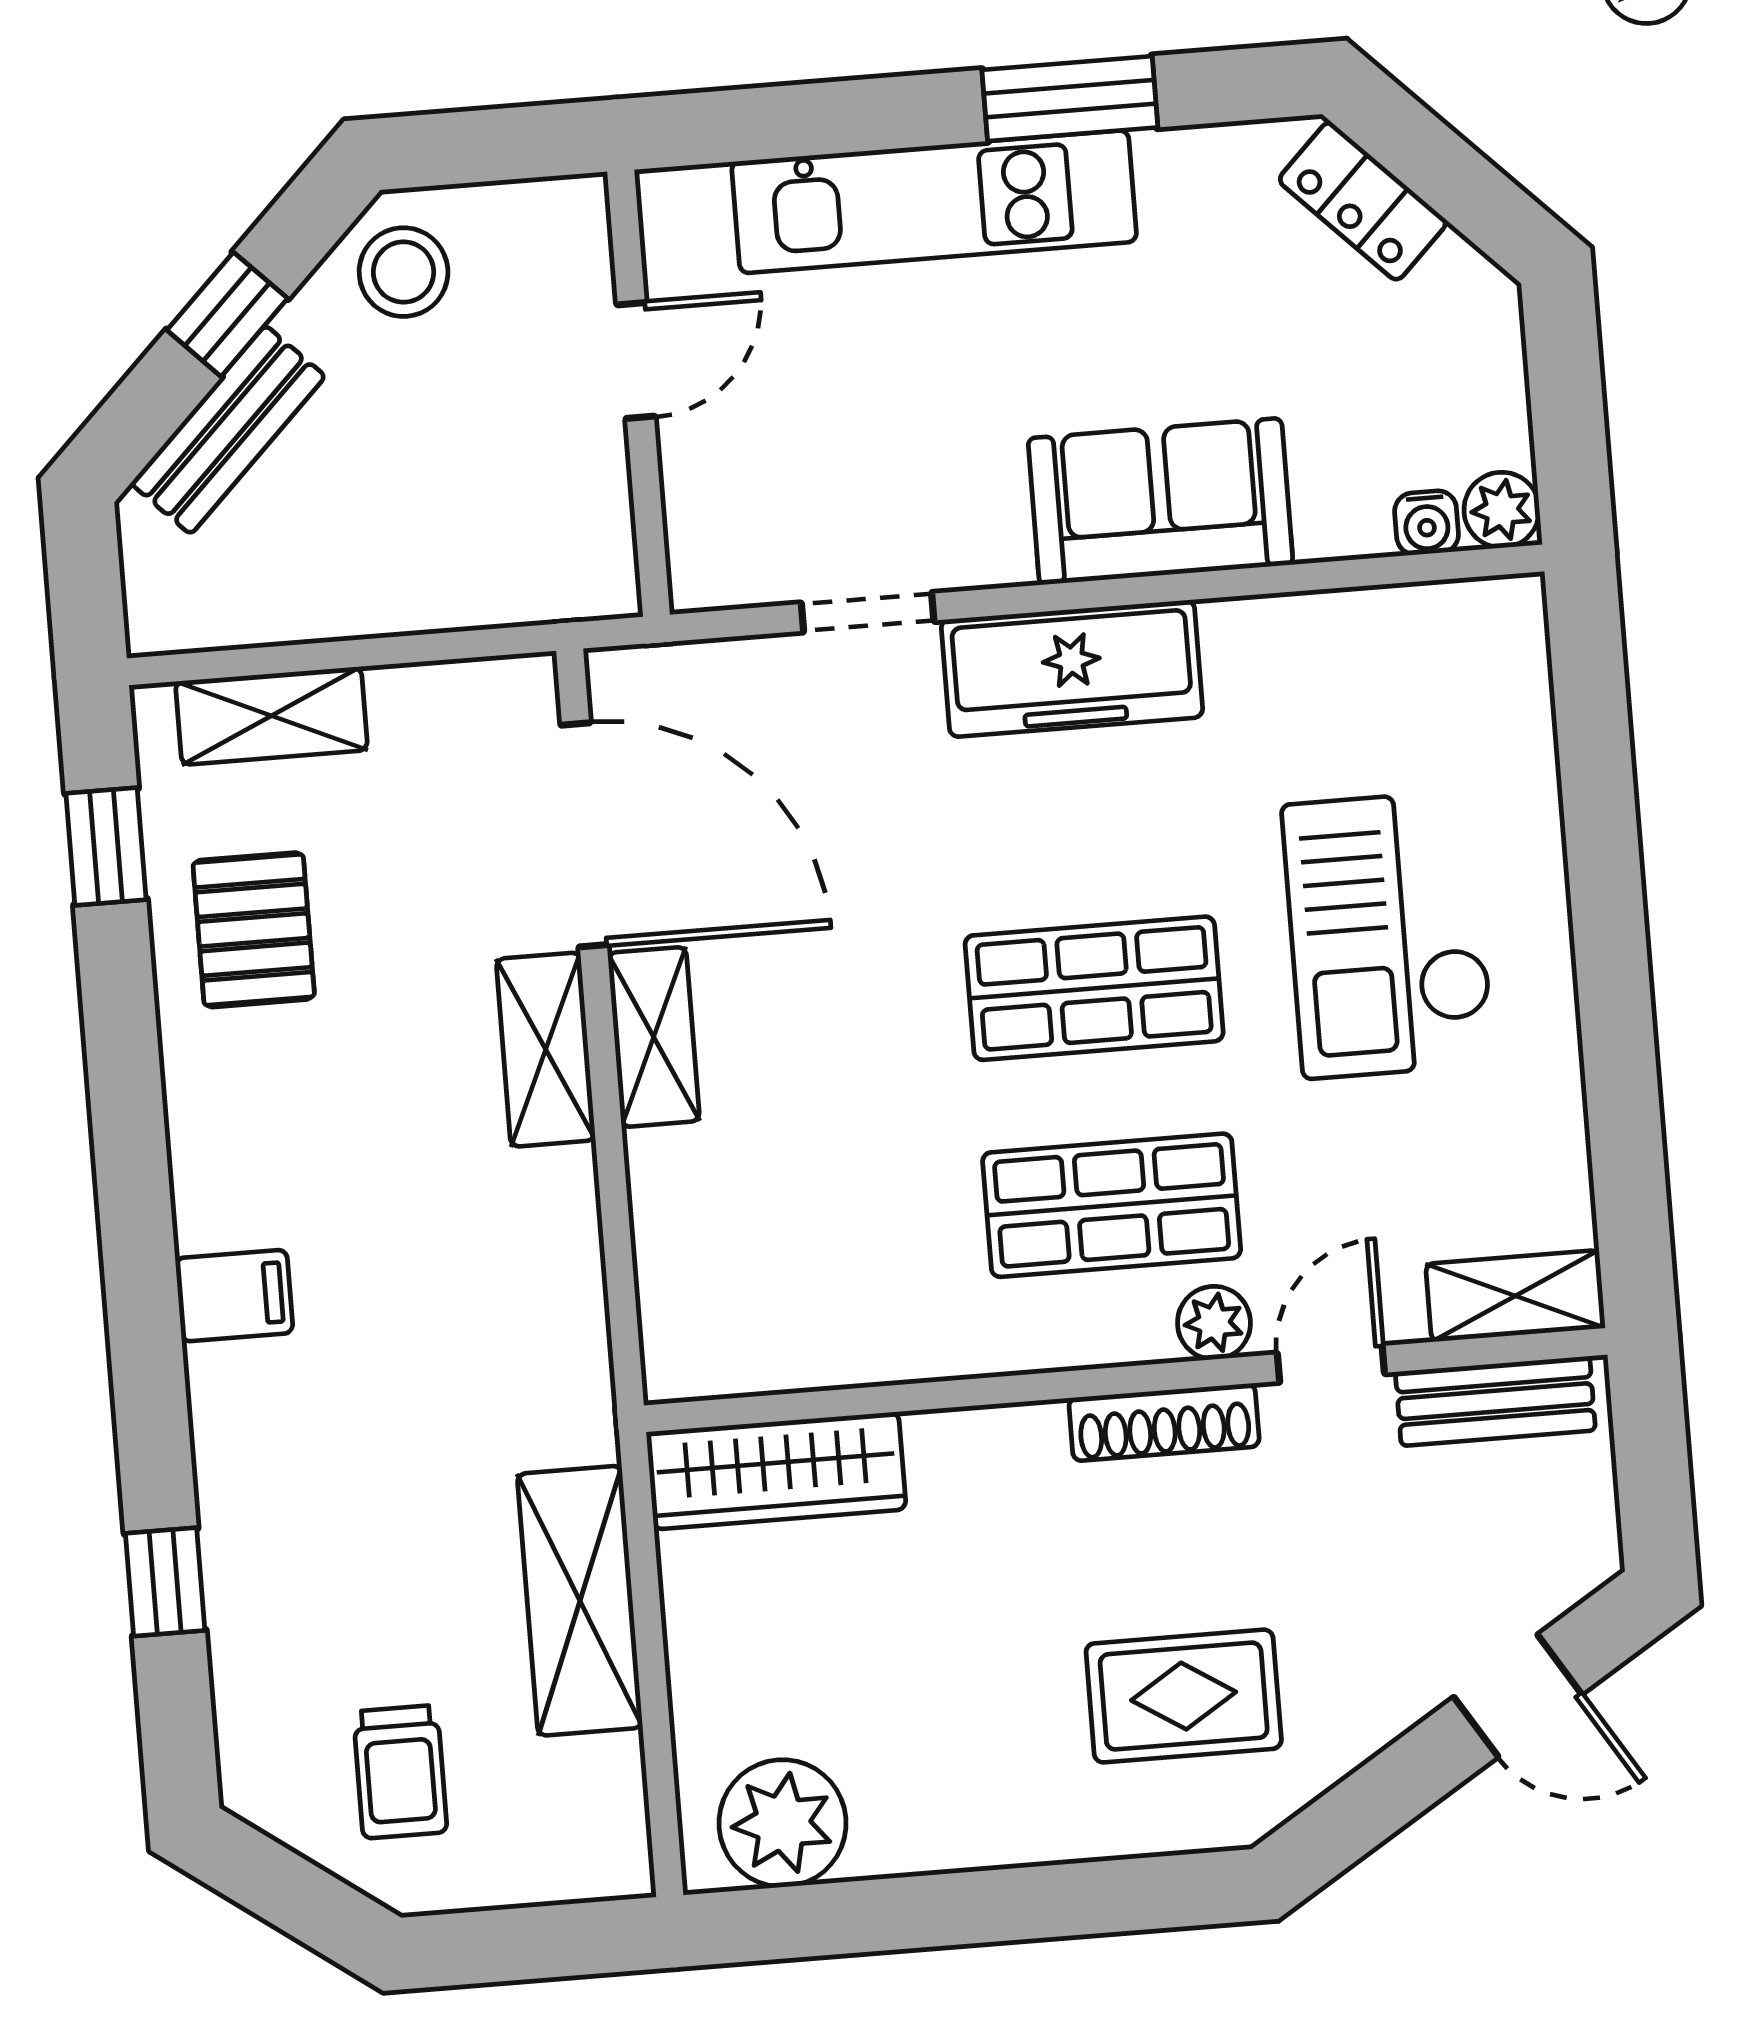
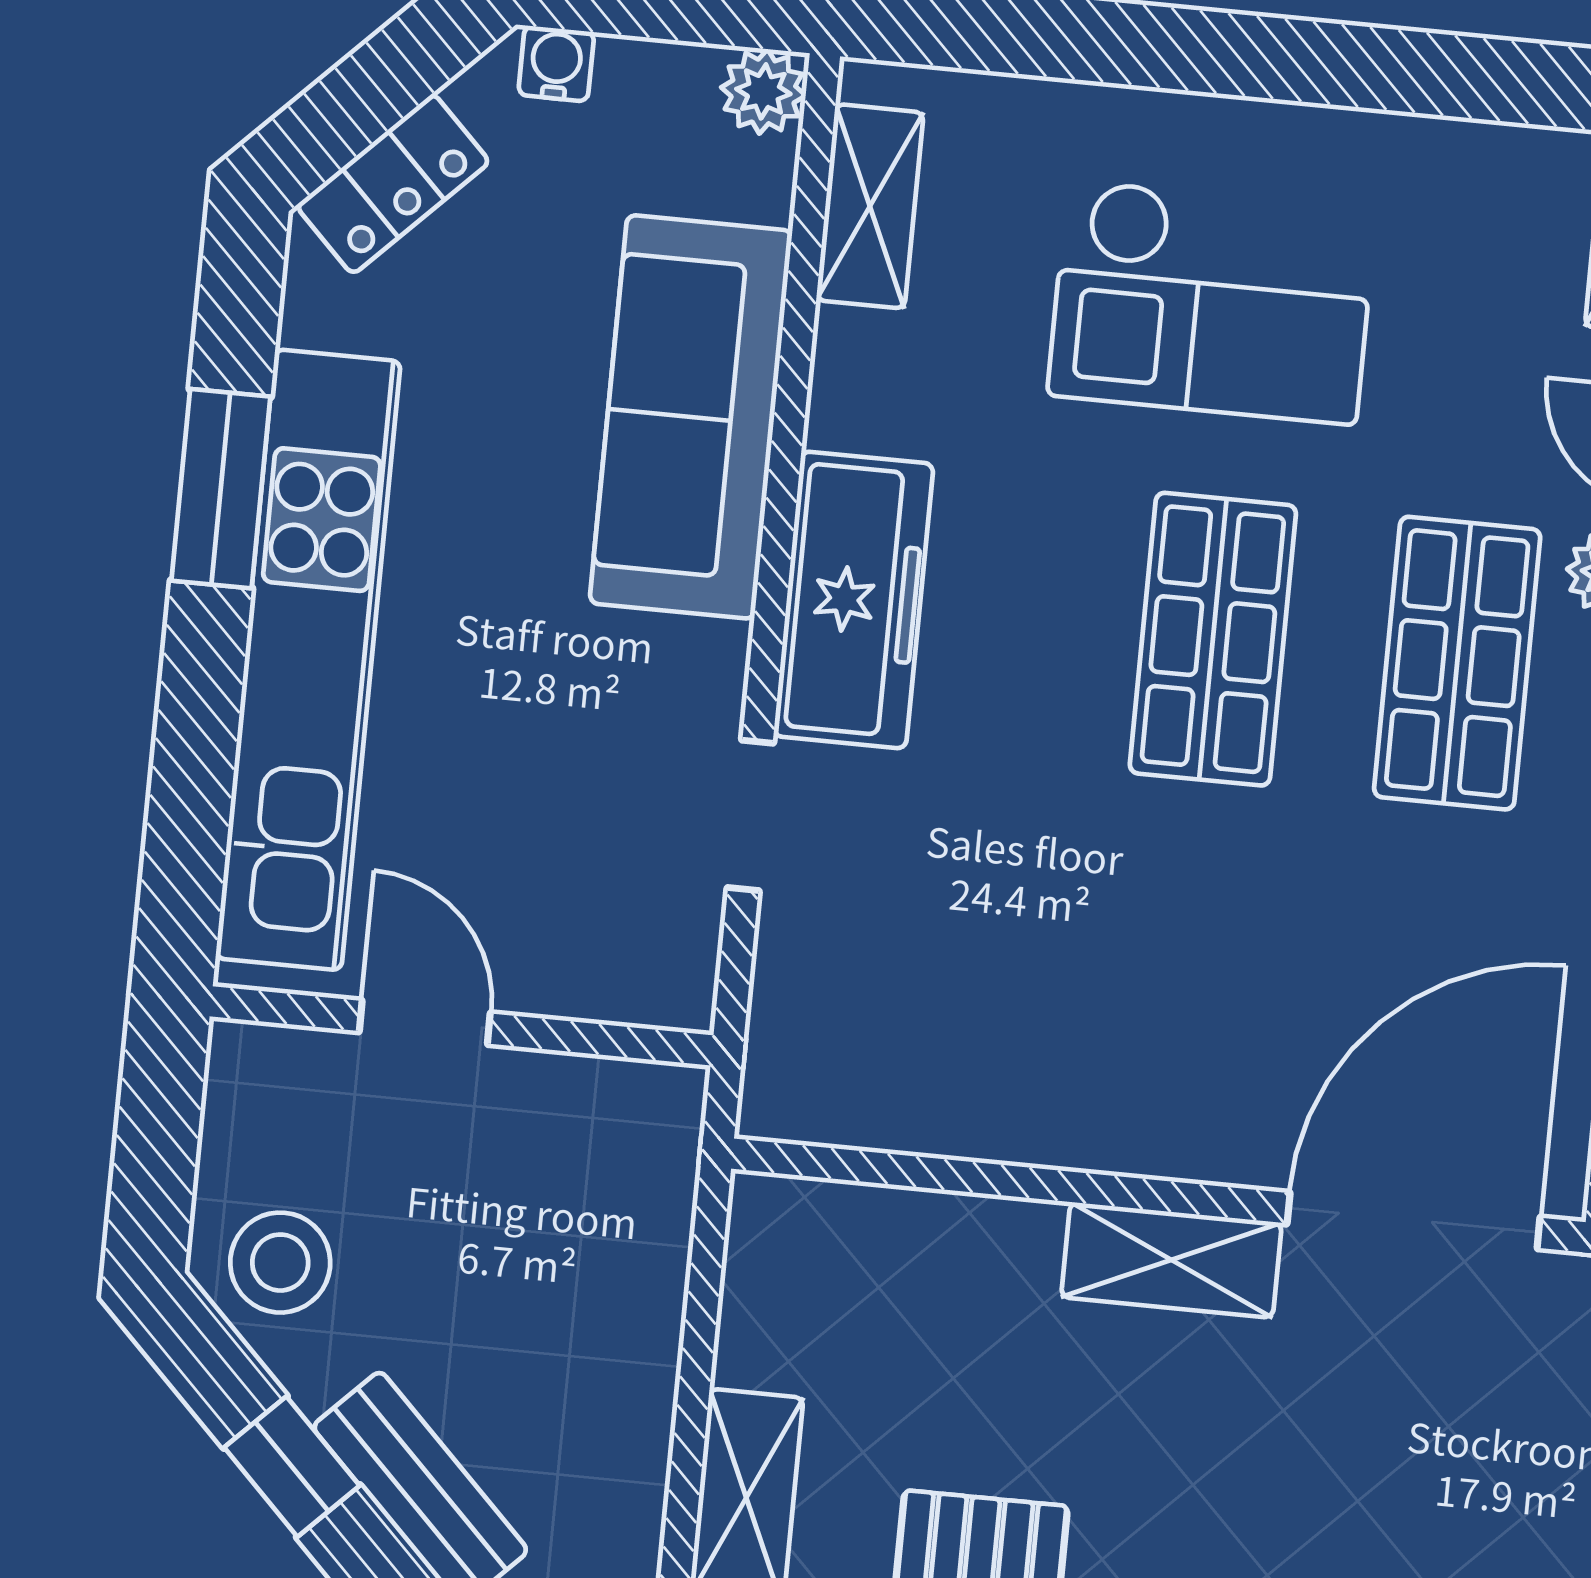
kitchen unit: (934, 202) -> (308, 660), width x1.36
sofa: (1160, 501) -> (691, 417), width x1.36
water cooler: (1427, 523) -> (556, 63), moved, turned -90
door: (584, 835) -> (1414, 1220), moved
shelving: (654, 1037) -> (870, 206), moved, turned 90

